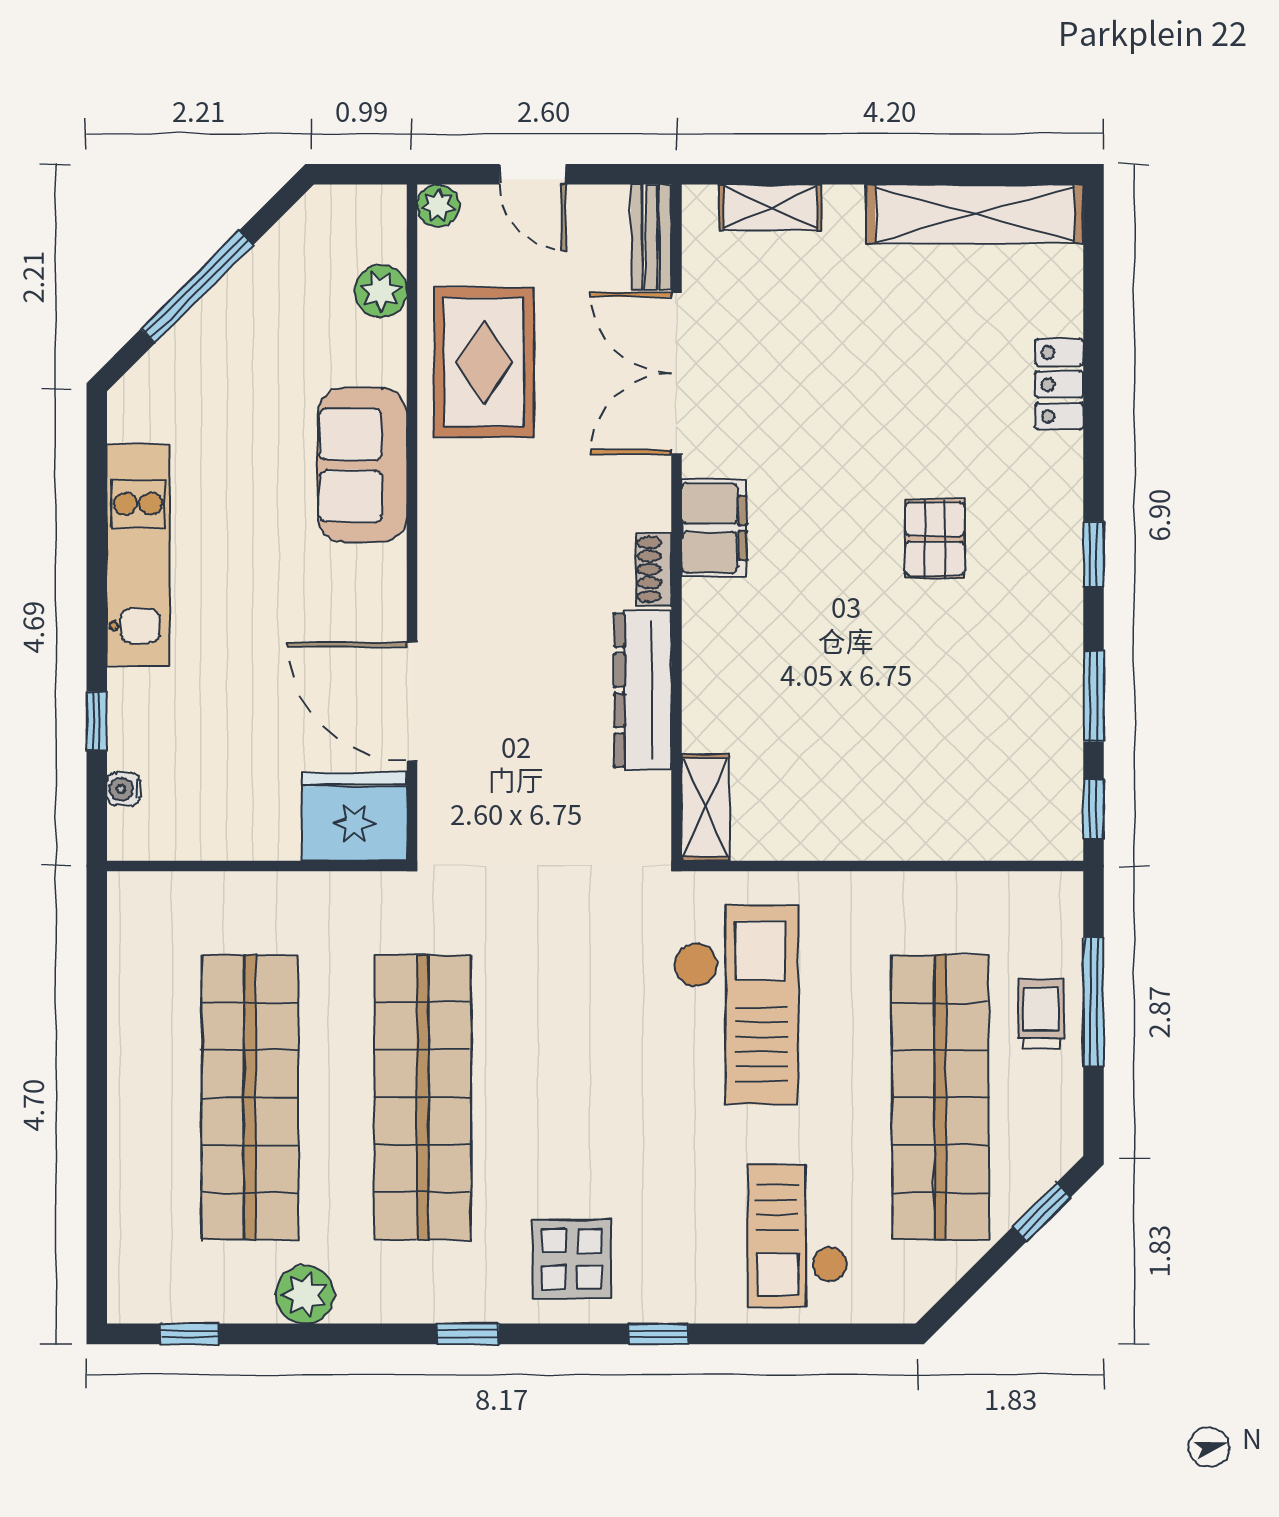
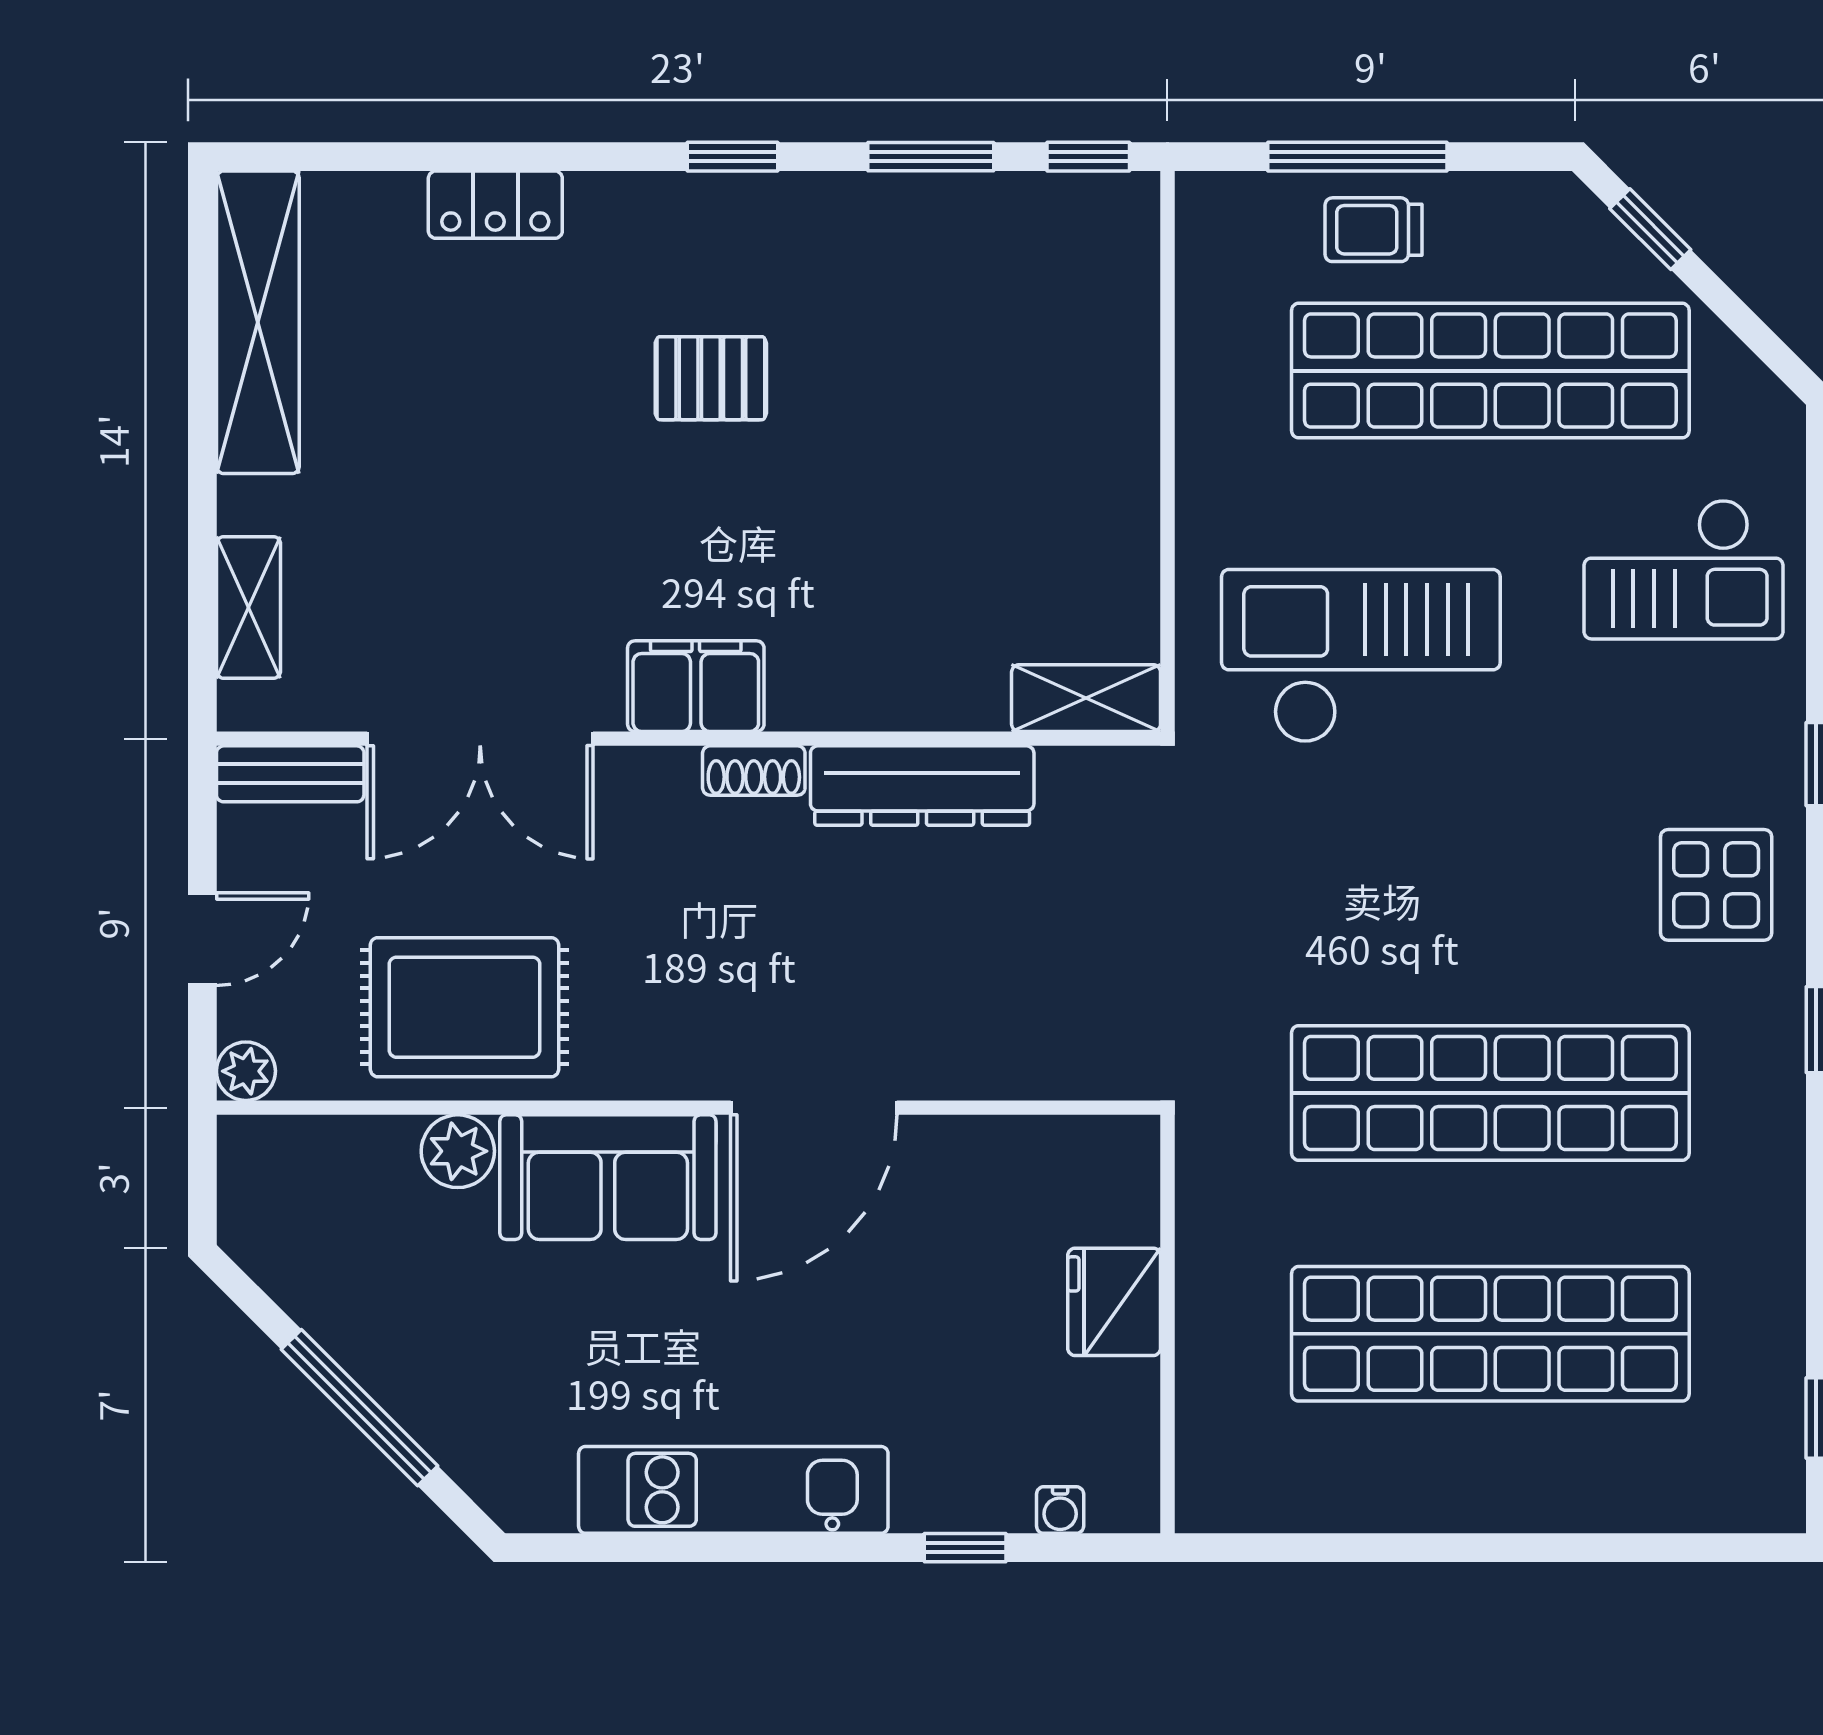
plant: (381, 291) -> (458, 1151), moved
door: (412, 702) -> (814, 1108), moved
fridge: (354, 816) -> (1114, 1302), moved, width x0.73, depth x0.75
plant: (305, 1295) -> (1766, 1257), removed

